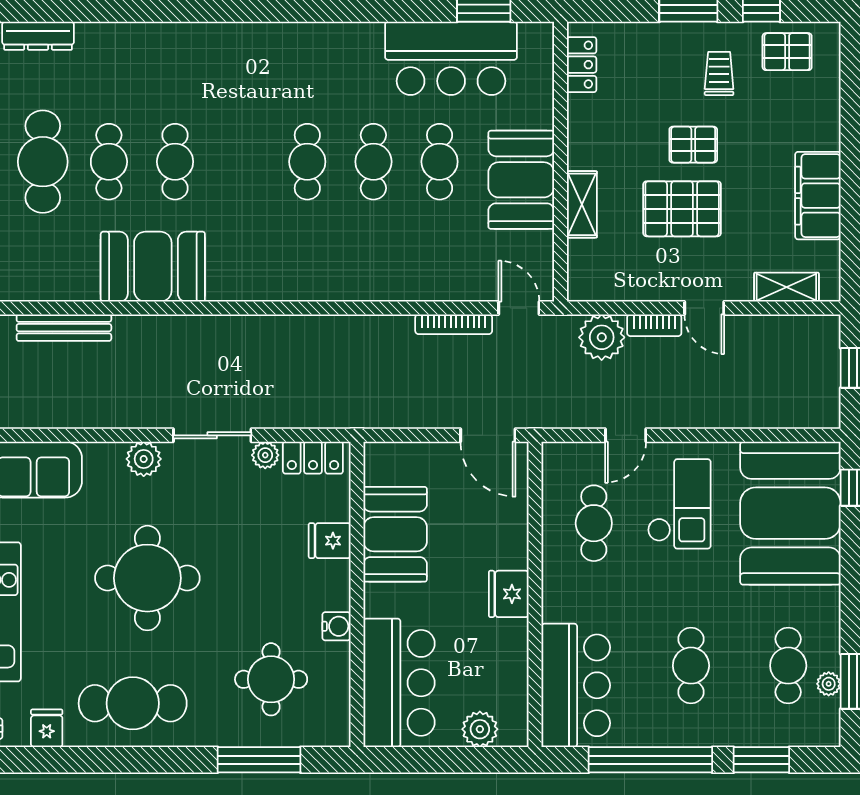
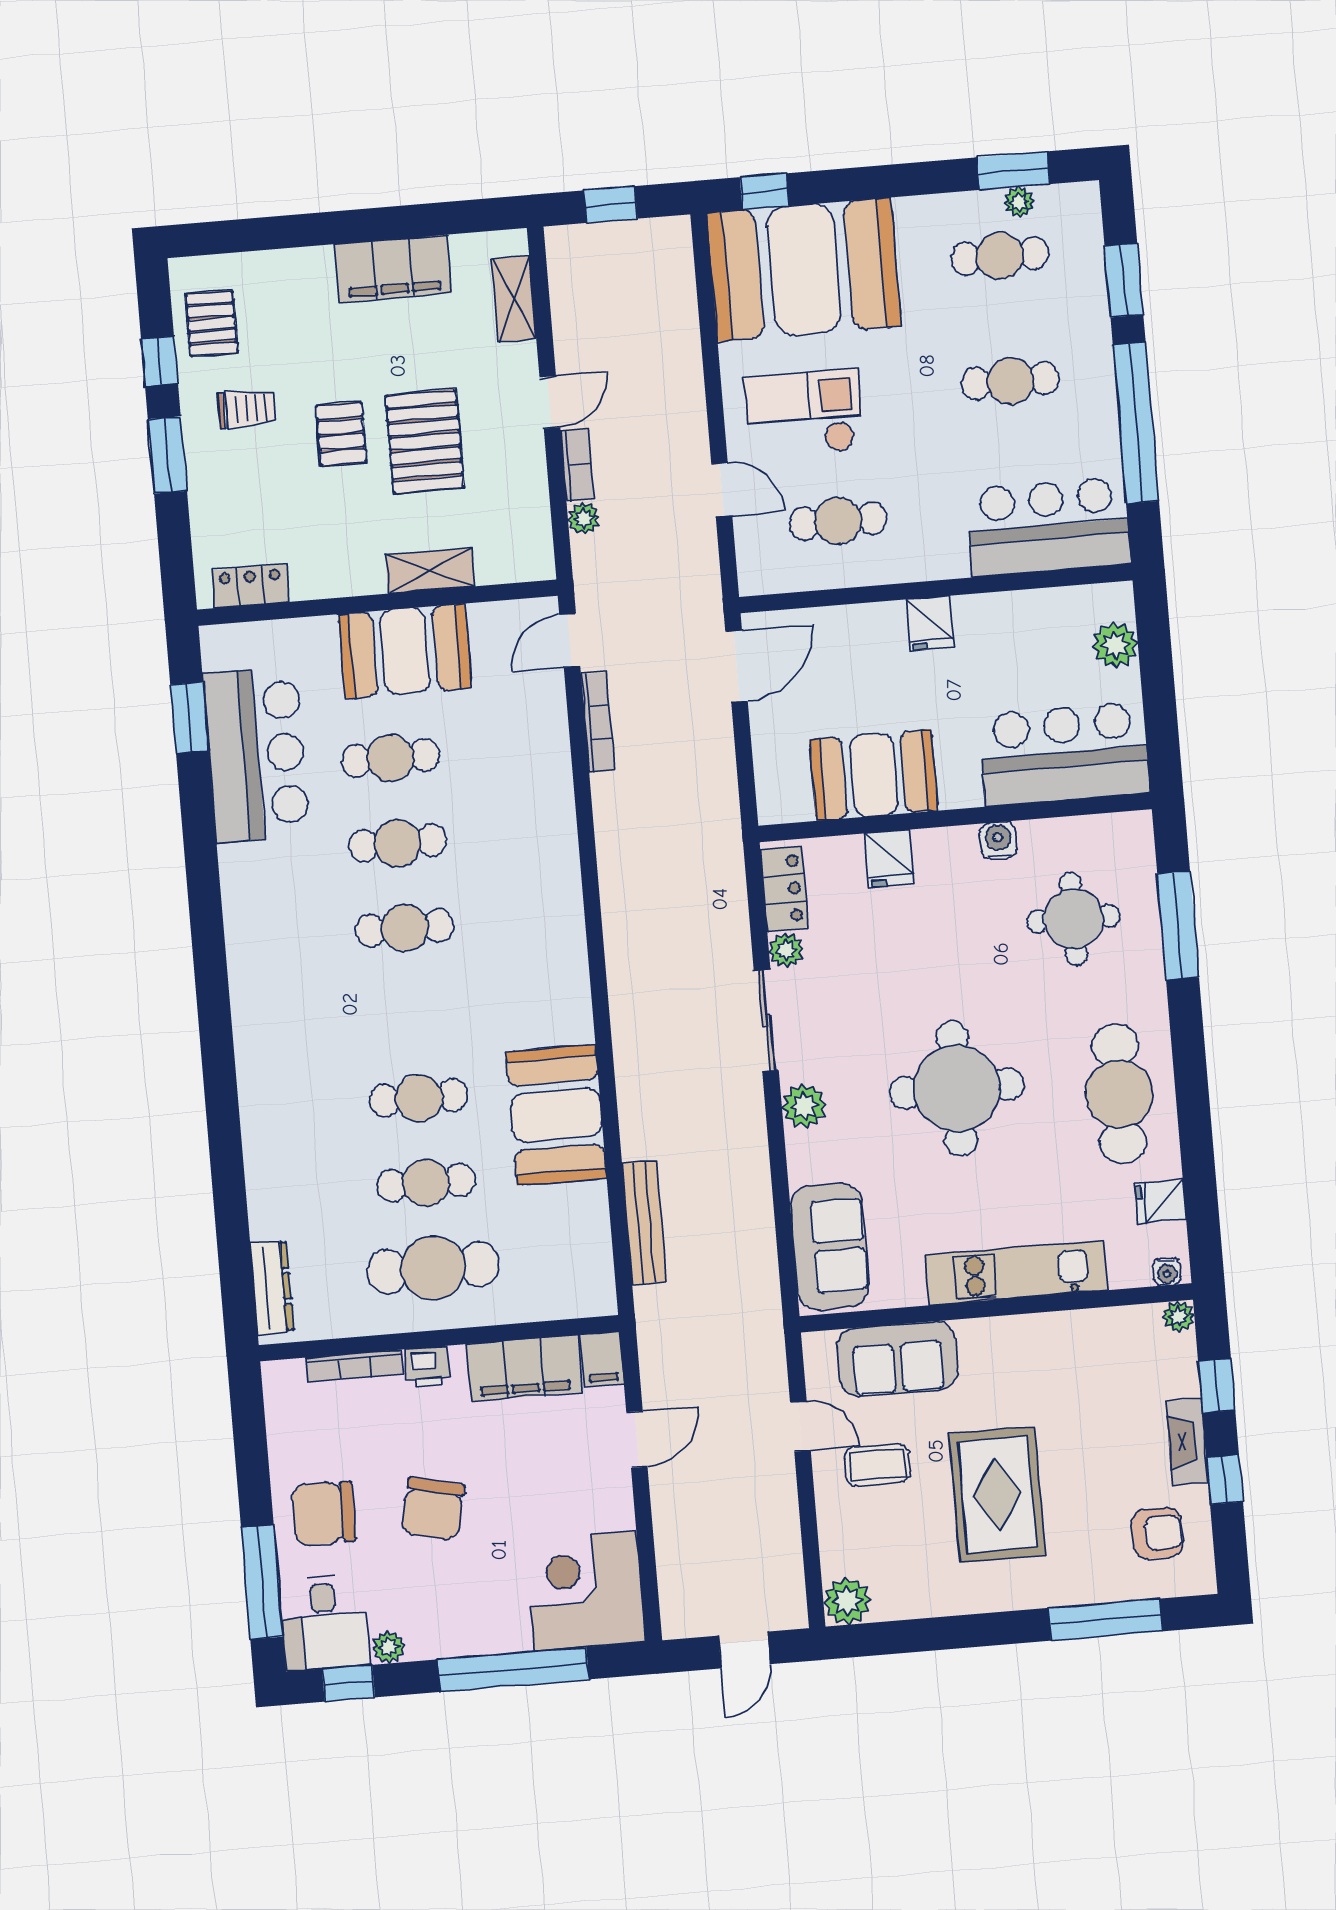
trolley: (719, 73) -> (247, 409), turned 180
plant: (602, 337) -> (584, 518), width x0.53, depth x0.53
fridge: (509, 594) -> (930, 623), width x0.72

